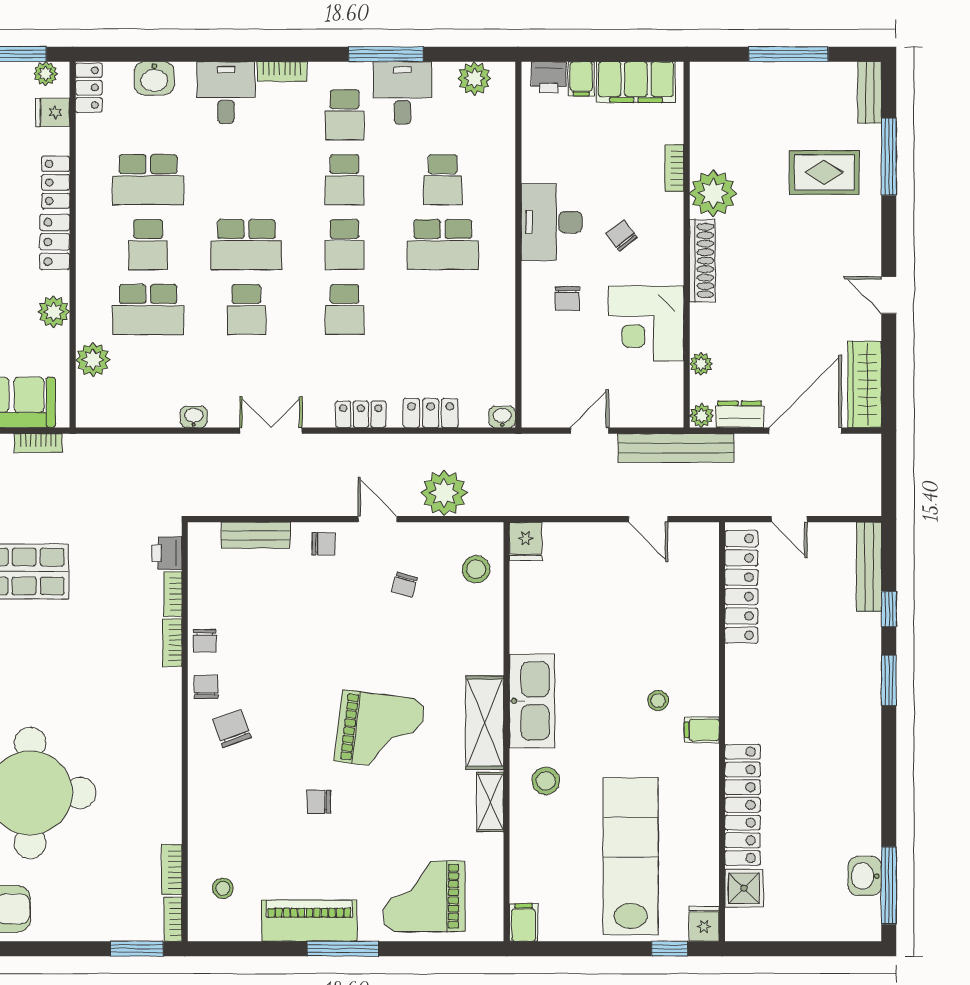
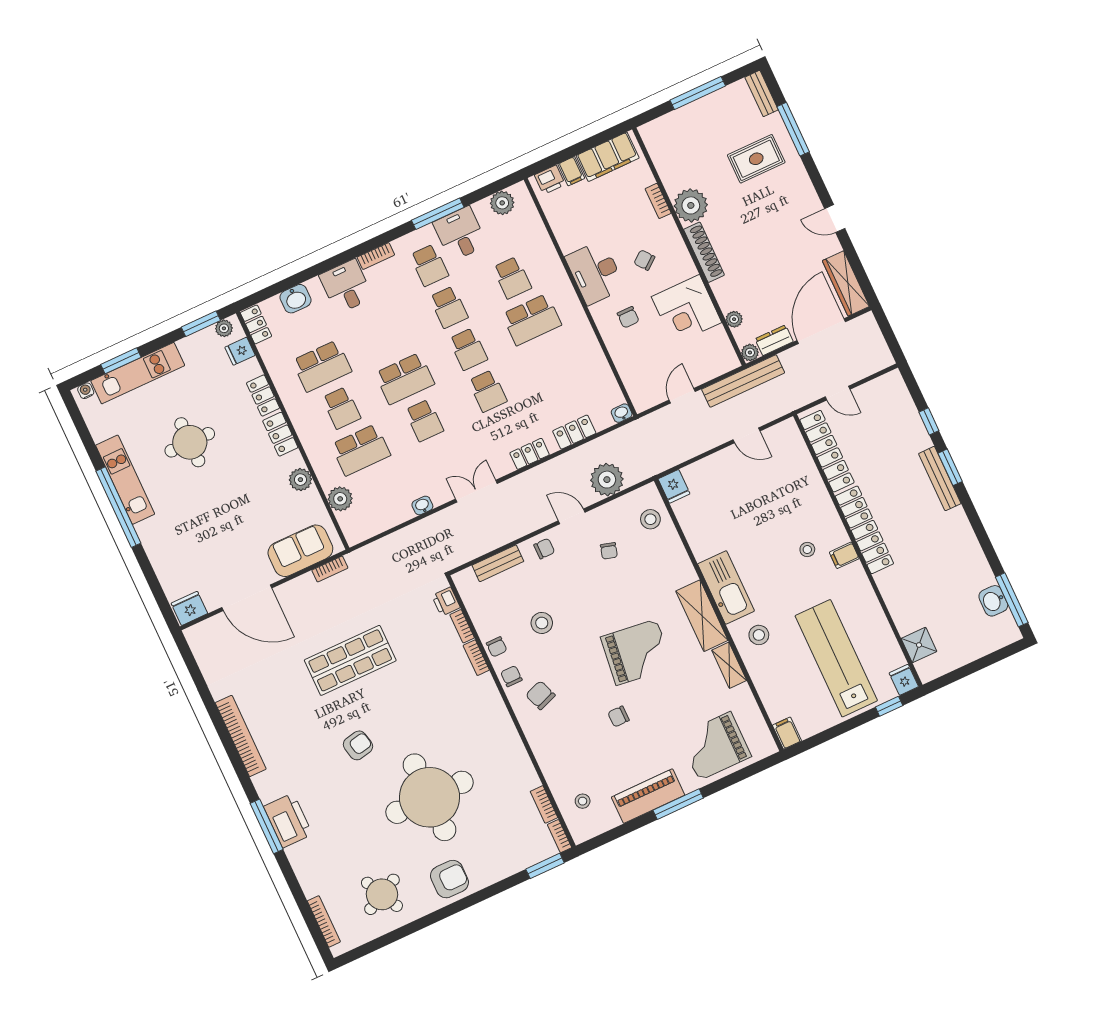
bench: (869, 567) -> (940, 479), moved
stool: (276, 637) -> (542, 623), added
locker: (742, 805) -> (864, 530), moved

